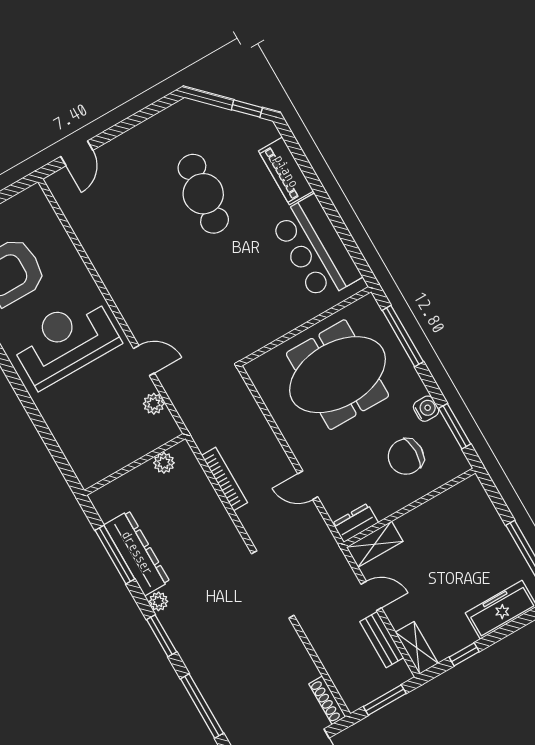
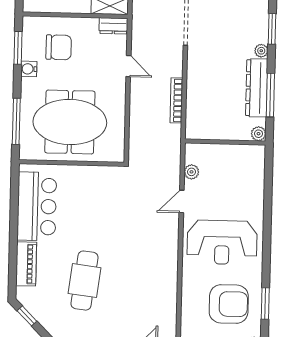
door: (144, 361) -> (182, 201), hinge flipped
plant: (164, 463) -> (259, 134), moved

